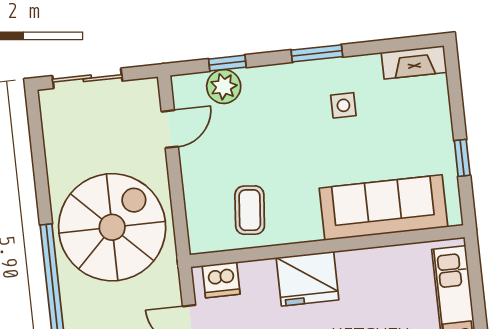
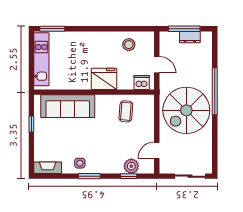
side table: (343, 105) -> (80, 163), moved

